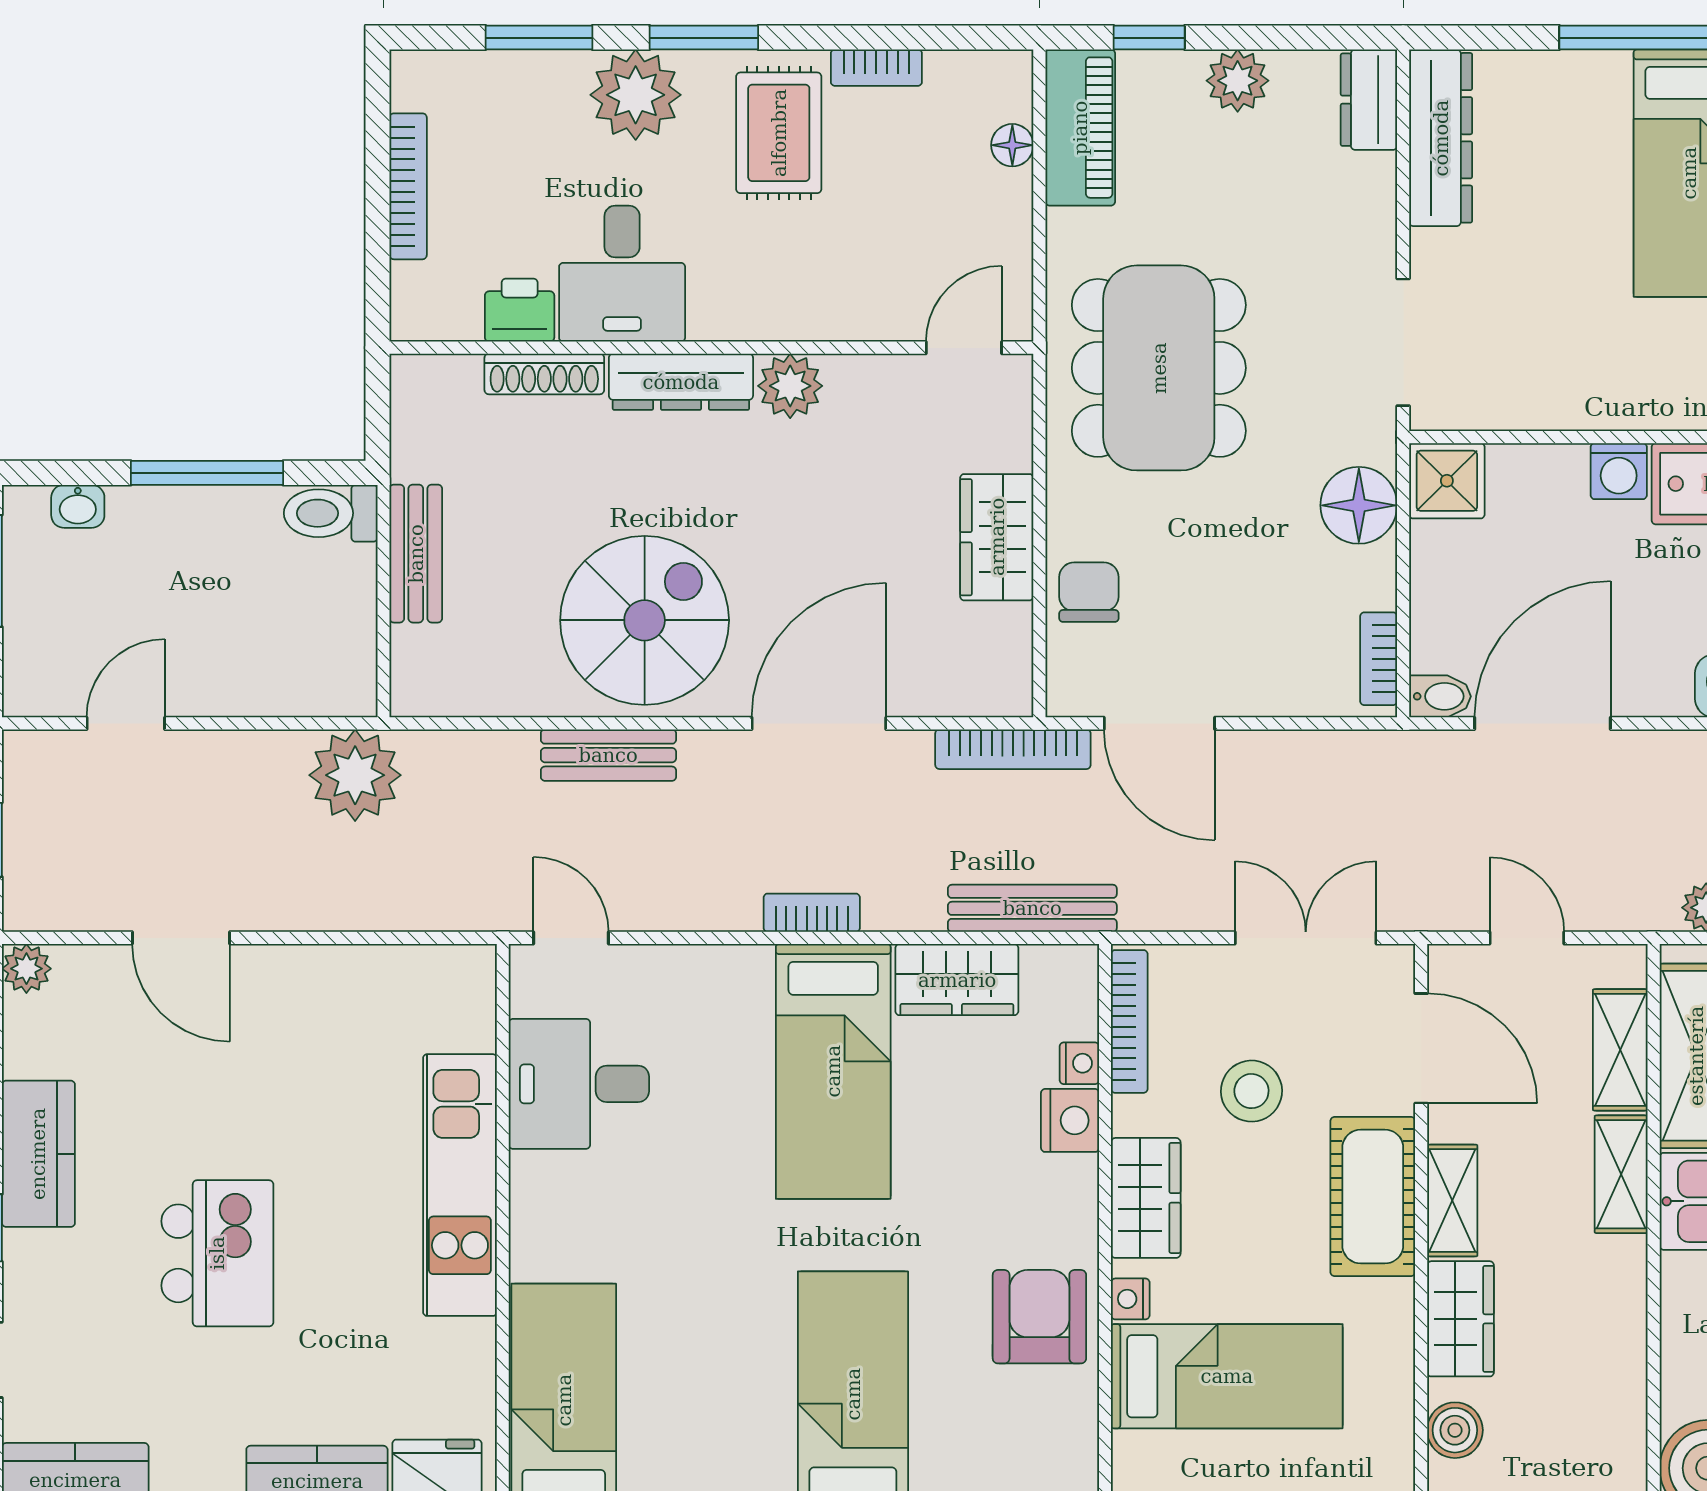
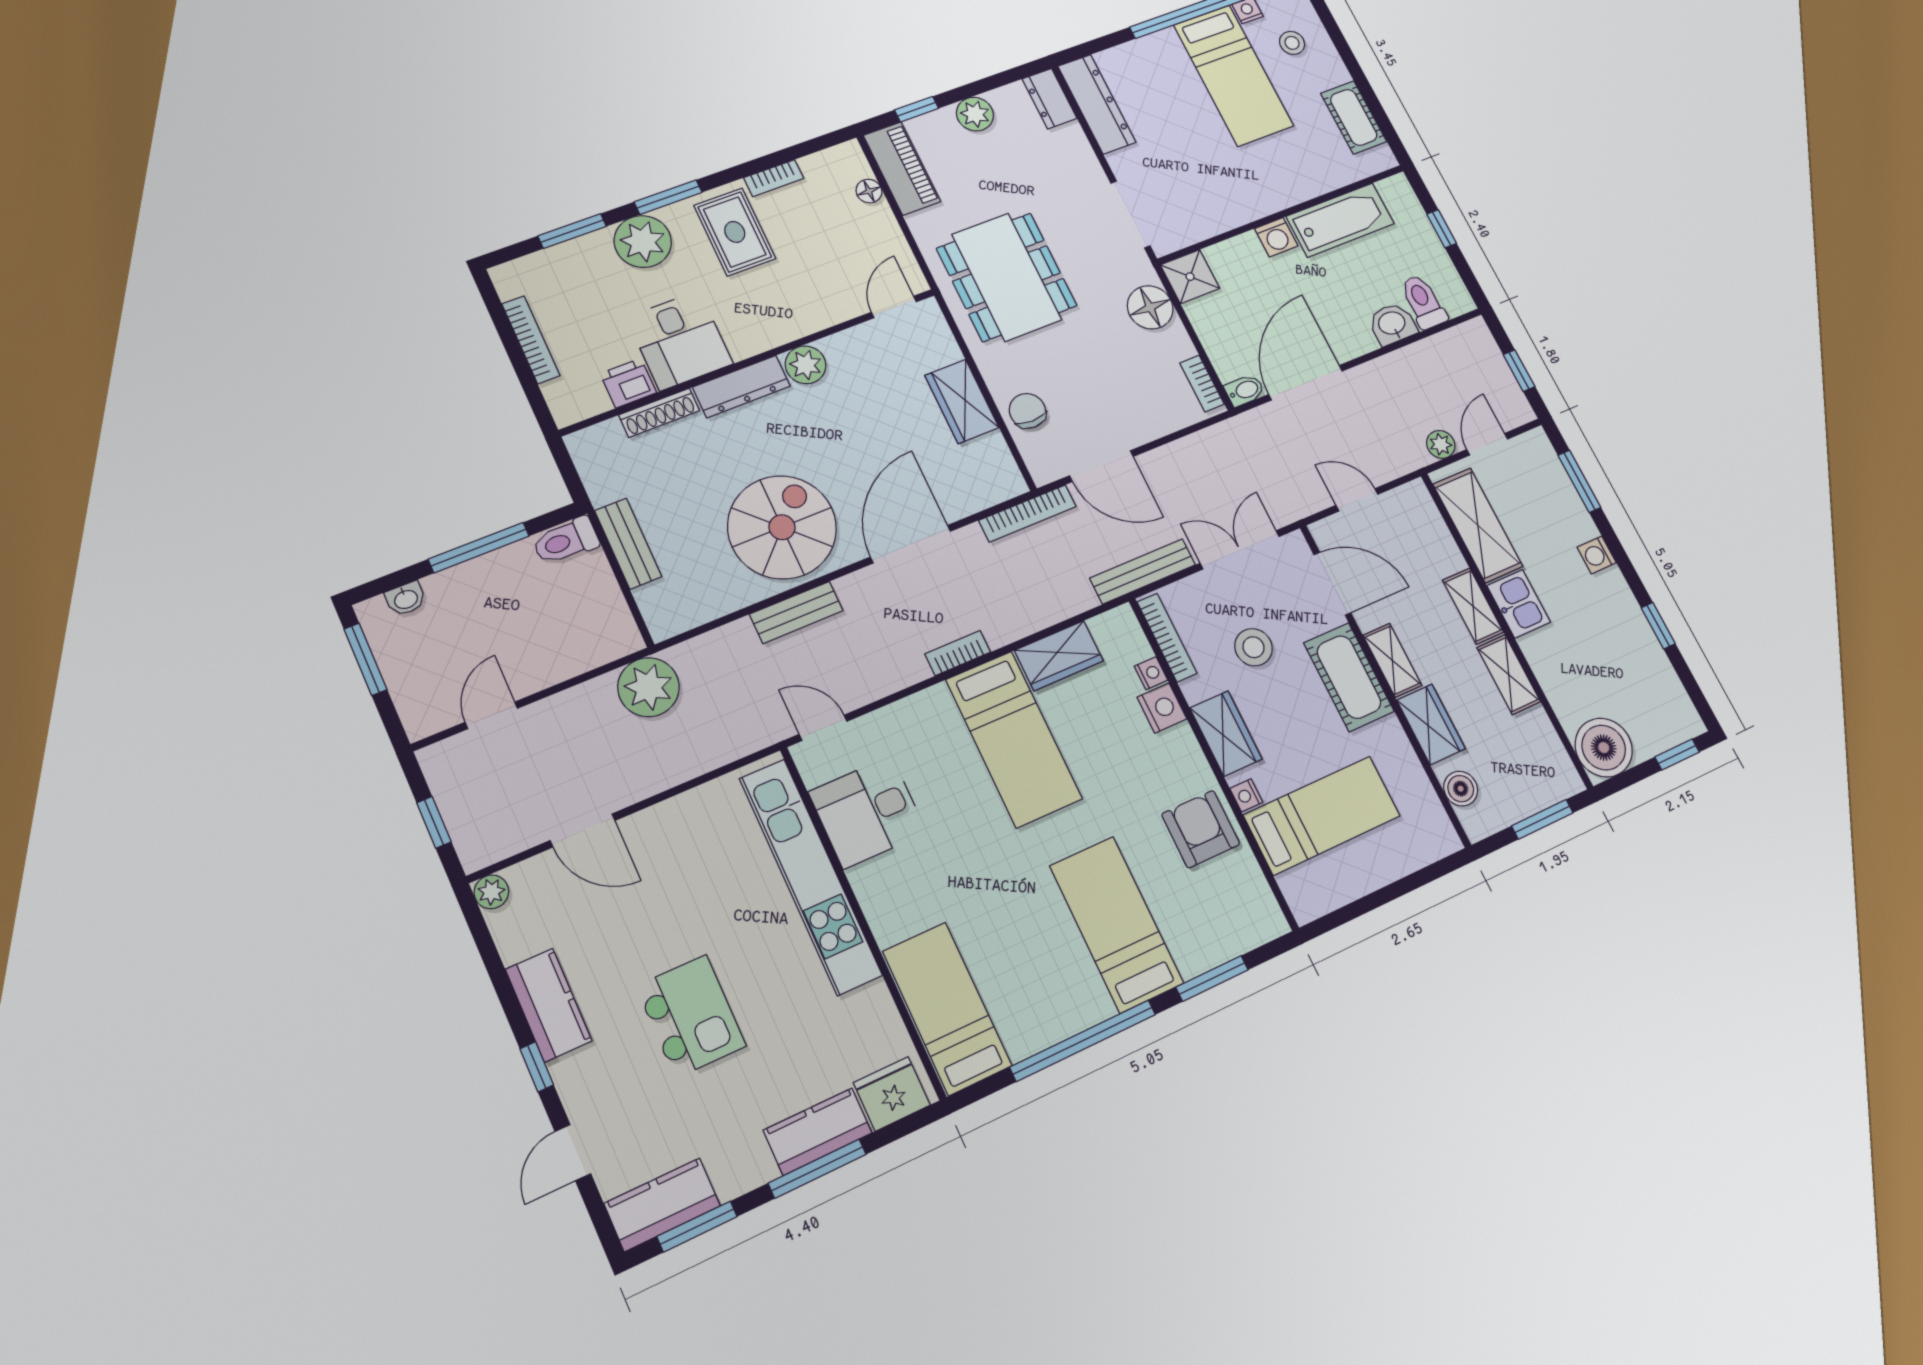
bench: (1032, 908) -> (1143, 571), moved
shelving: (1620, 1050) -> (1509, 675), moved
kitchen unit: (460, 1185) -> (810, 876), width x1.36

